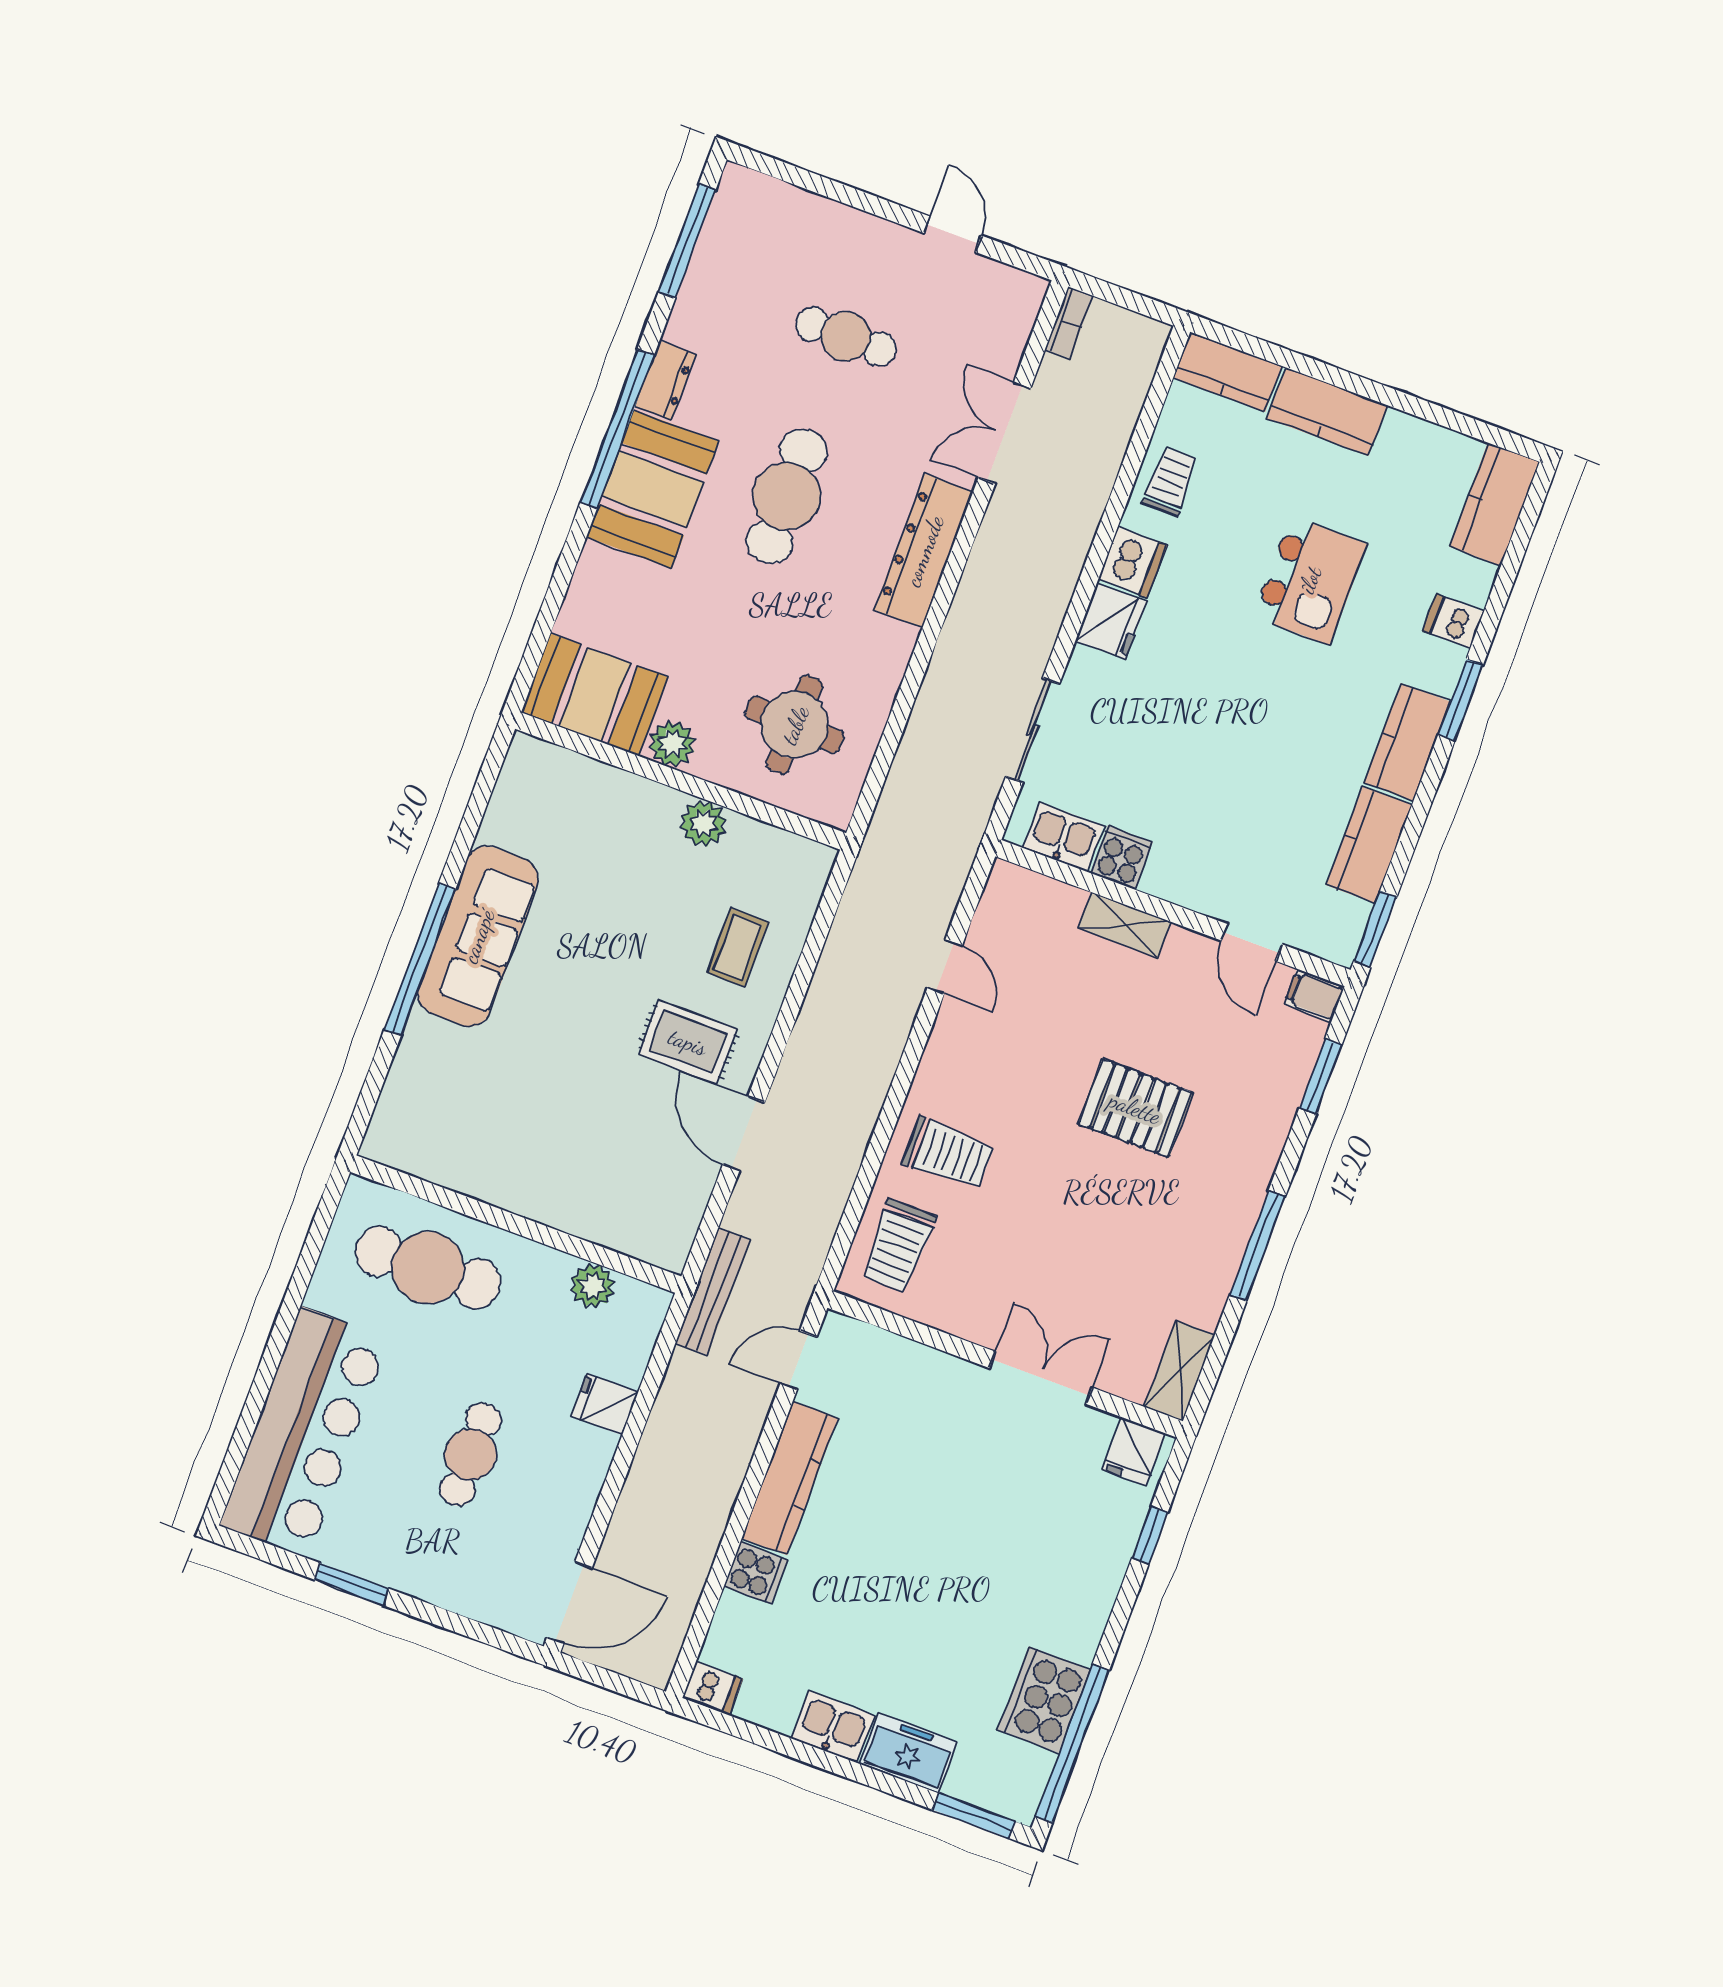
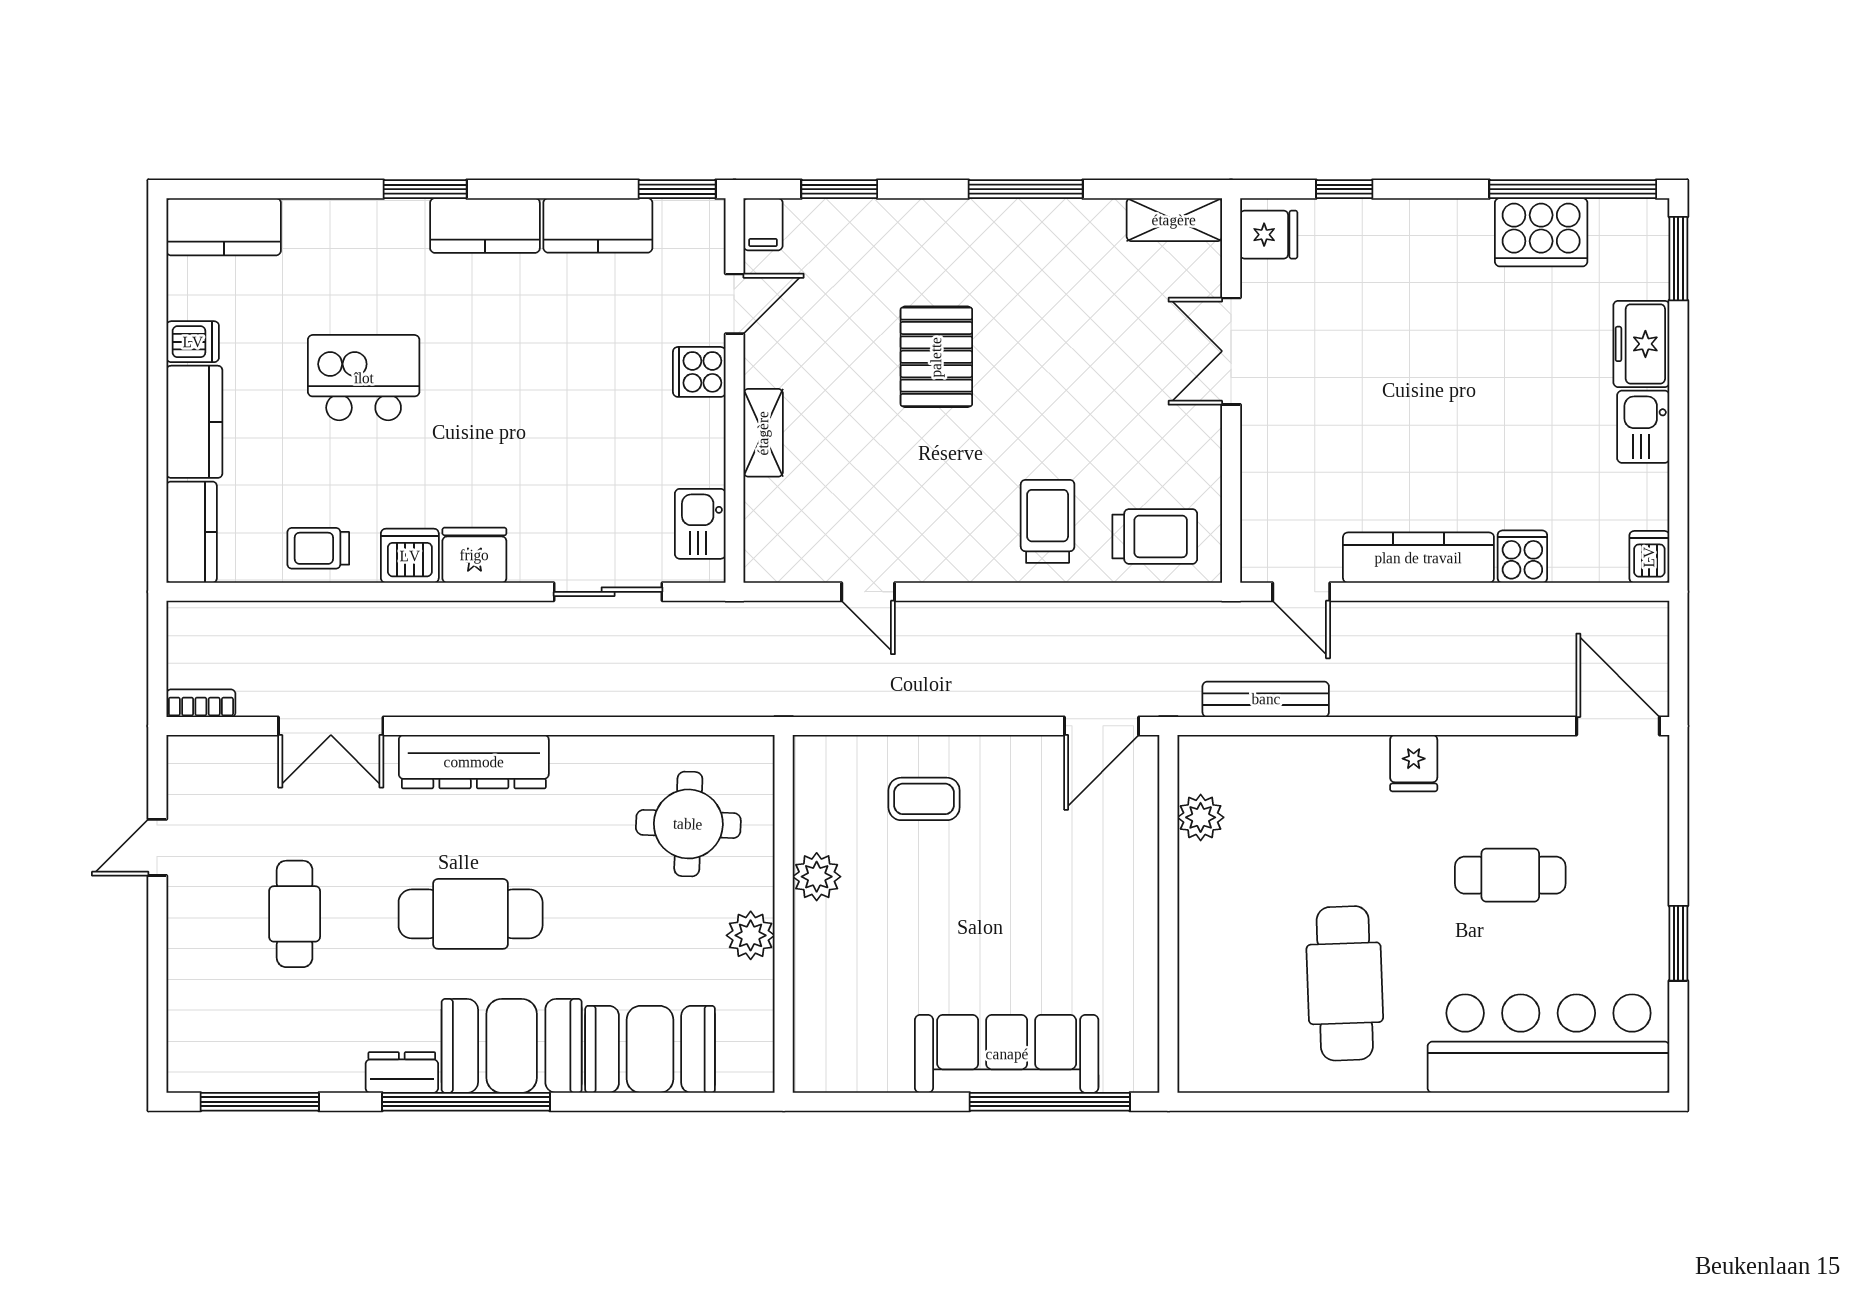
dishwasher: (1453, 621) -> (193, 342), moved, turned -90
booth: (595, 695) -> (650, 1049), moved, turned 90
cooker: (1121, 858) -> (699, 372), moved
door: (945, 967) -> (868, 592), swing flipped
rug: (688, 1042) -> (1033, 813), removed
wall: (516, 1224) -> (1168, 914), moved
plant: (593, 1286) -> (1201, 817), moved

